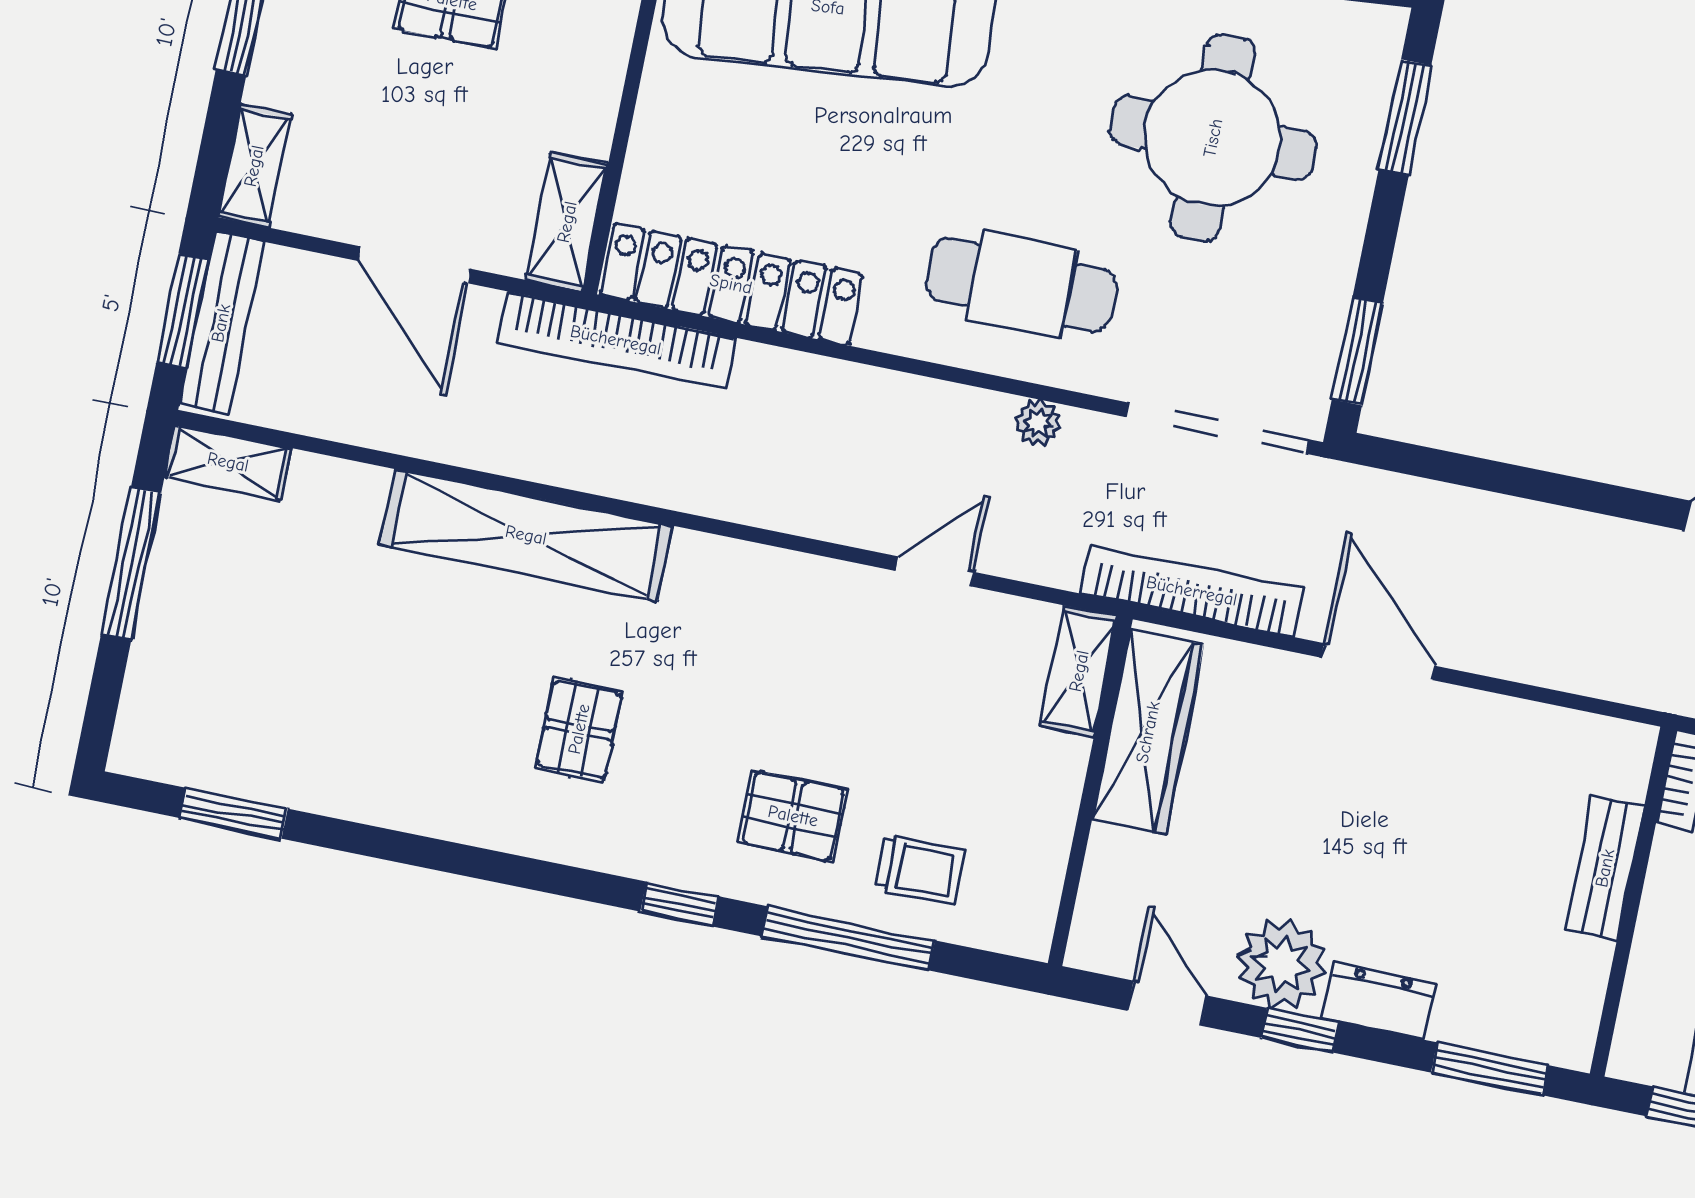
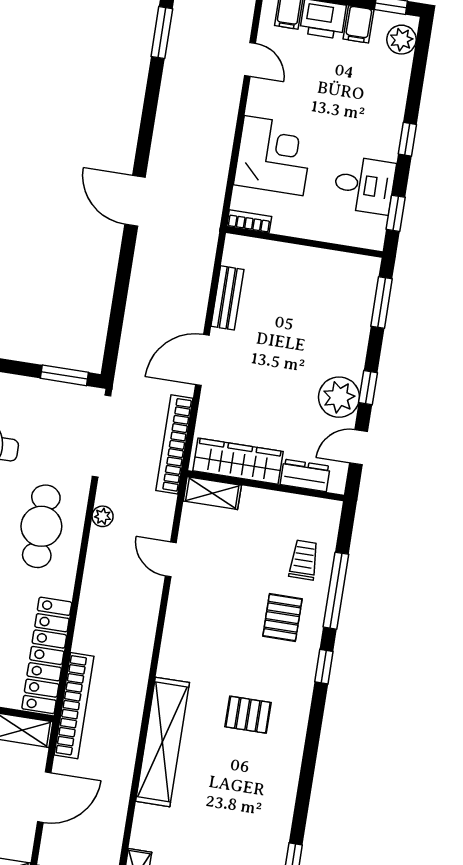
bench: (1605, 868) -> (227, 298), moved, turned 90
dresser: (1379, 1001) -> (305, 475), moved, turned 90

